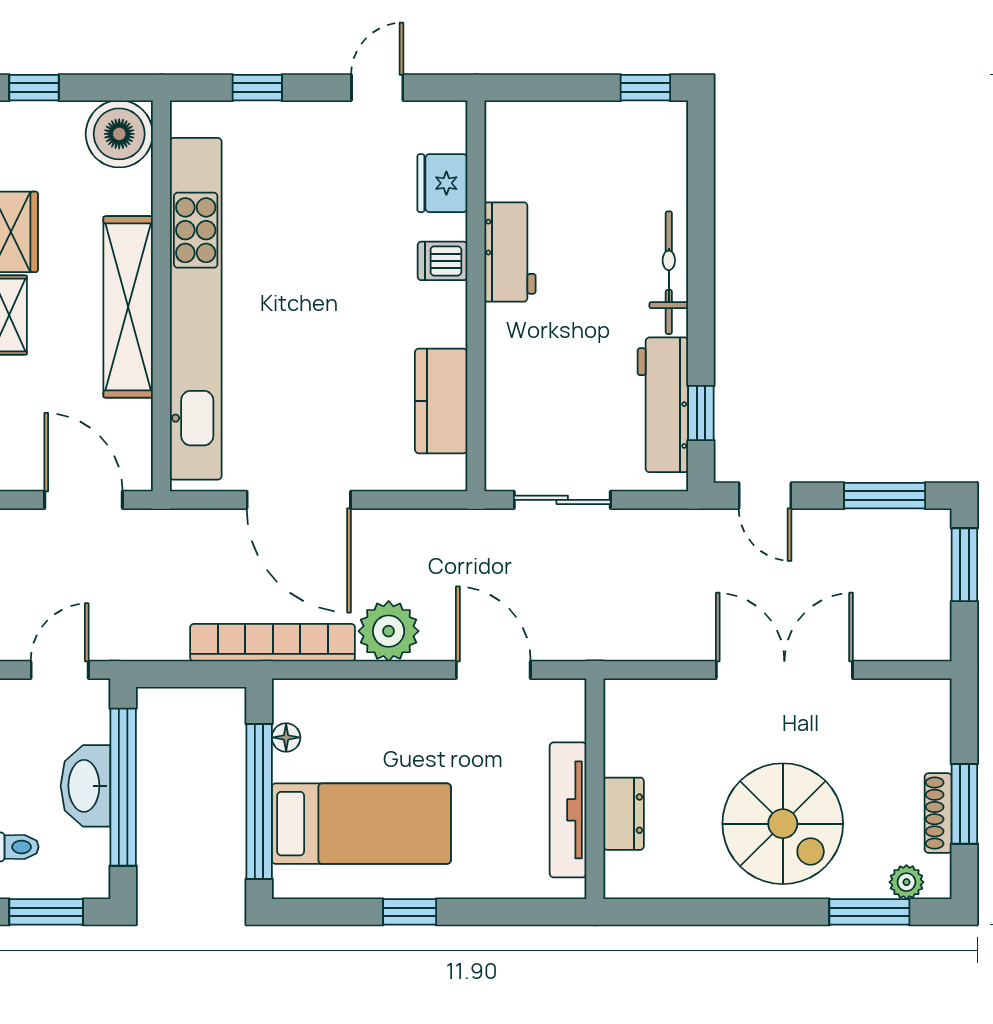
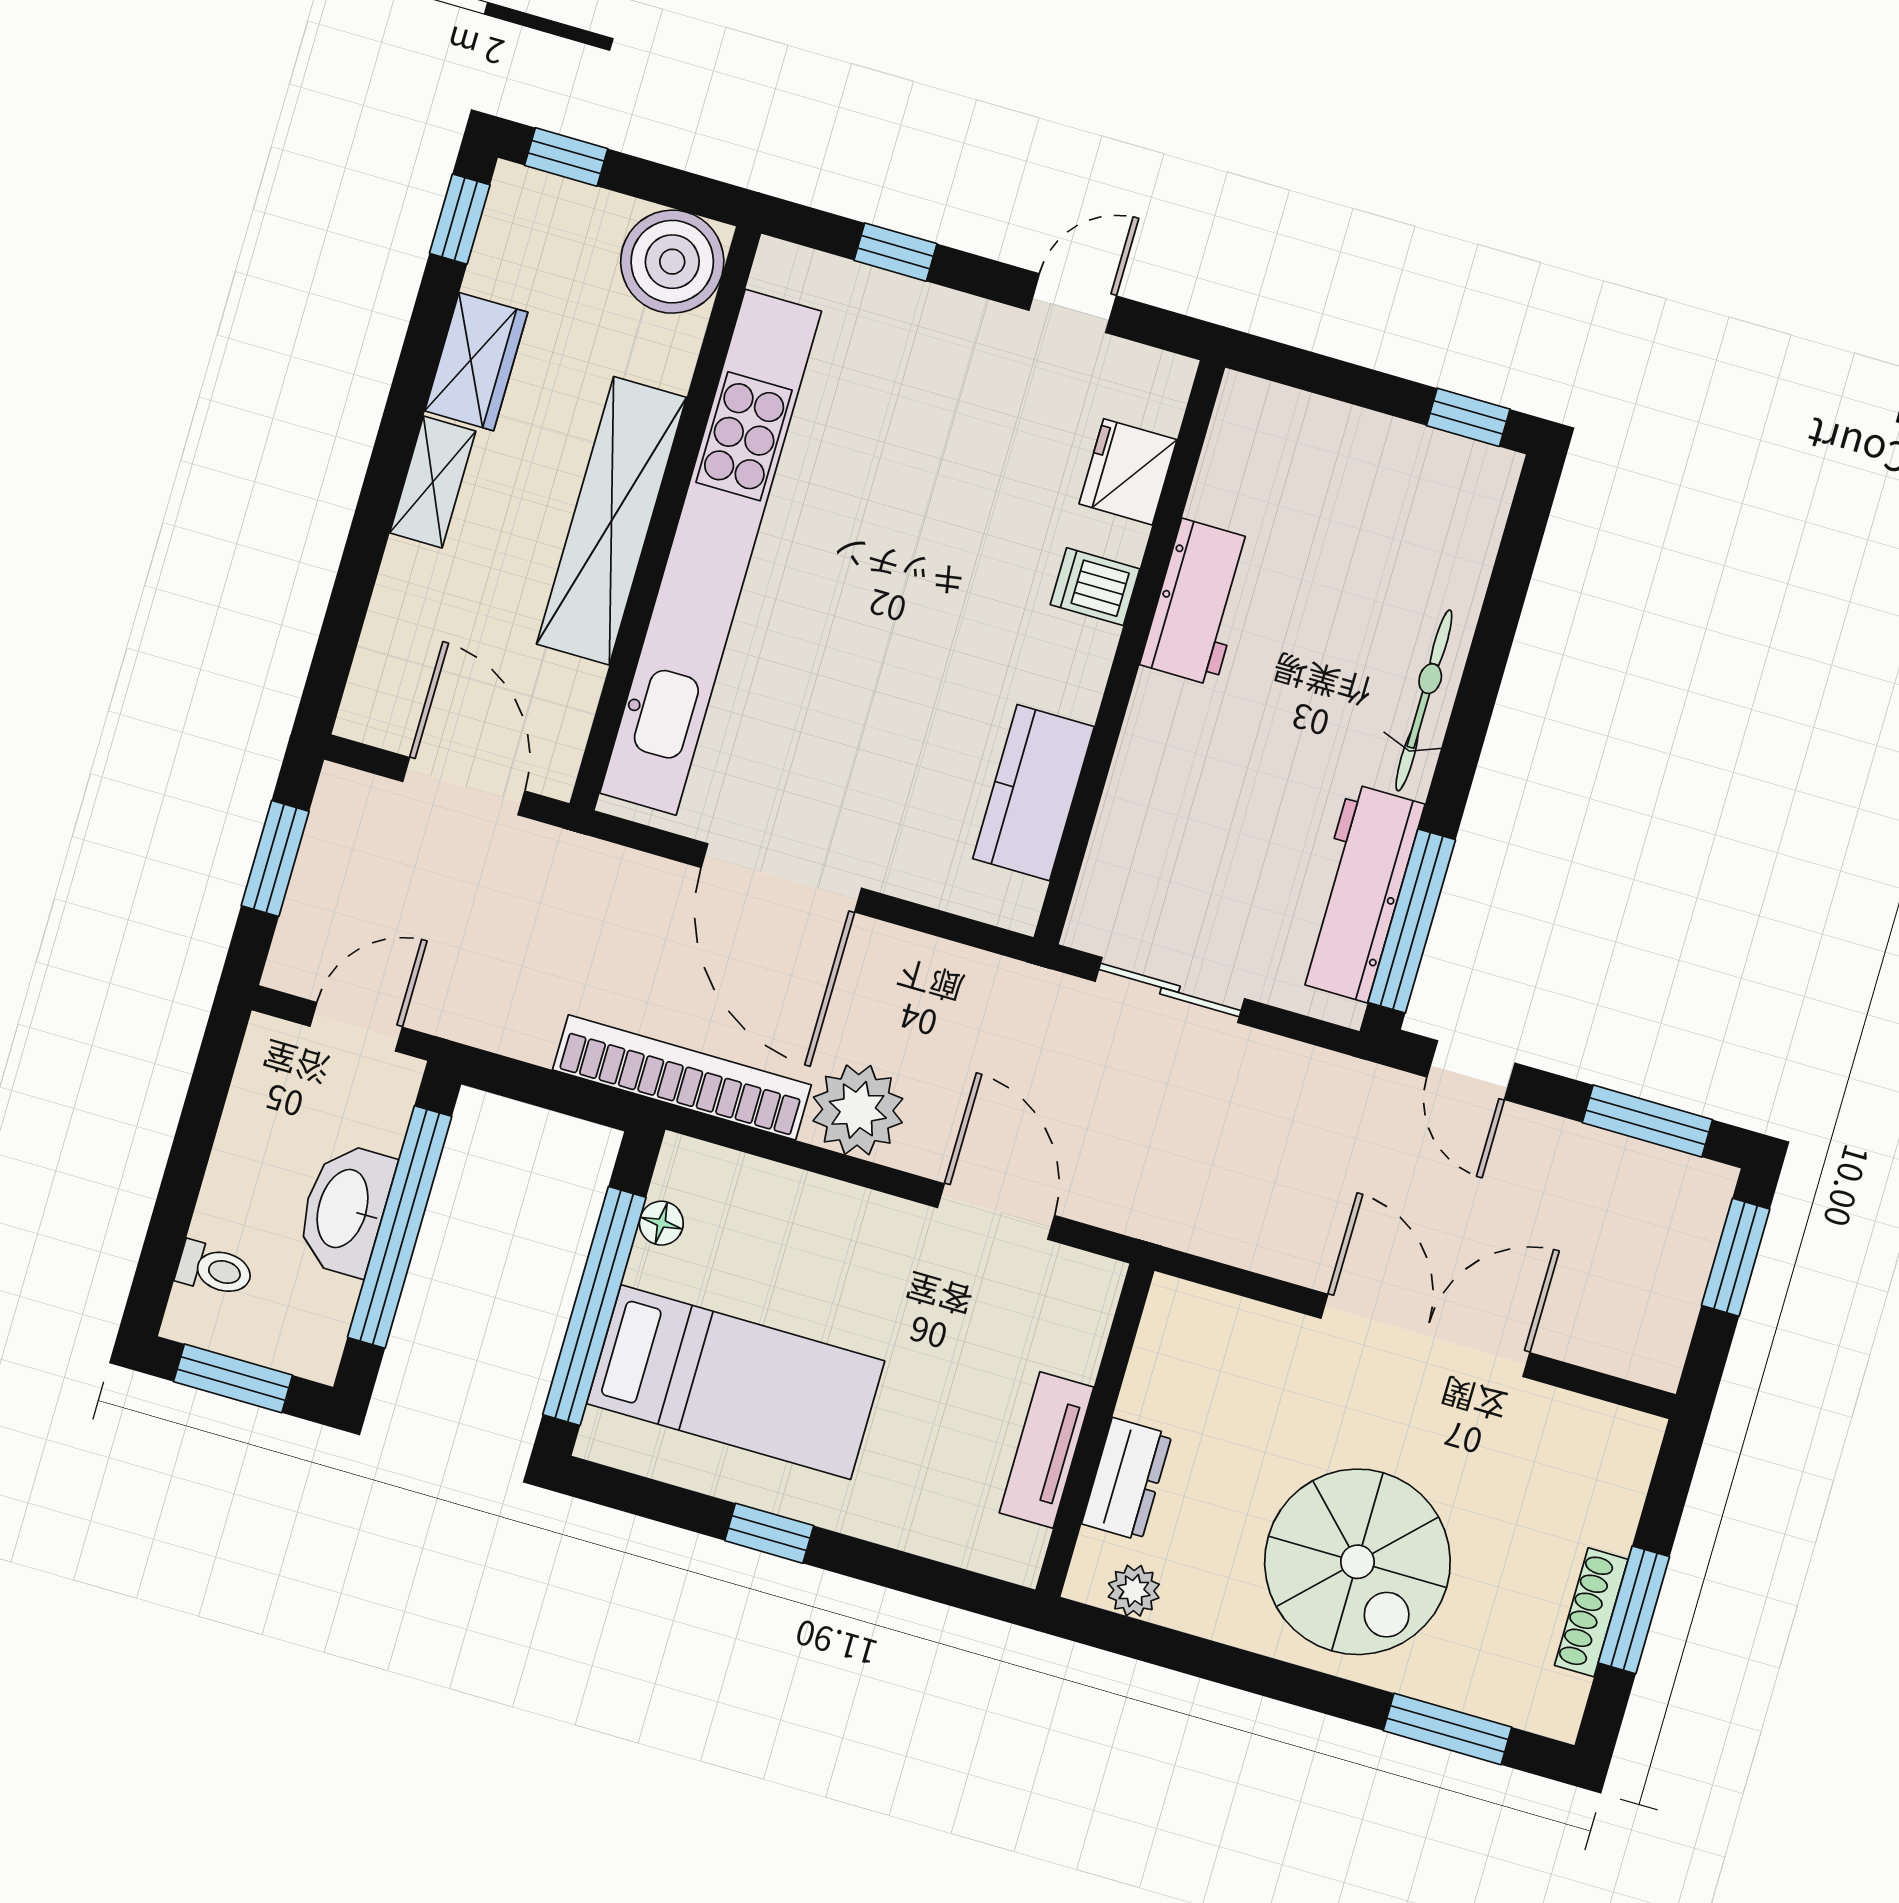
window: (701, 413) -> (1412, 921), width x2.17
tv unit: (568, 810) -> (1046, 1450), width x0.71
plant: (906, 882) -> (1134, 1591), moved

